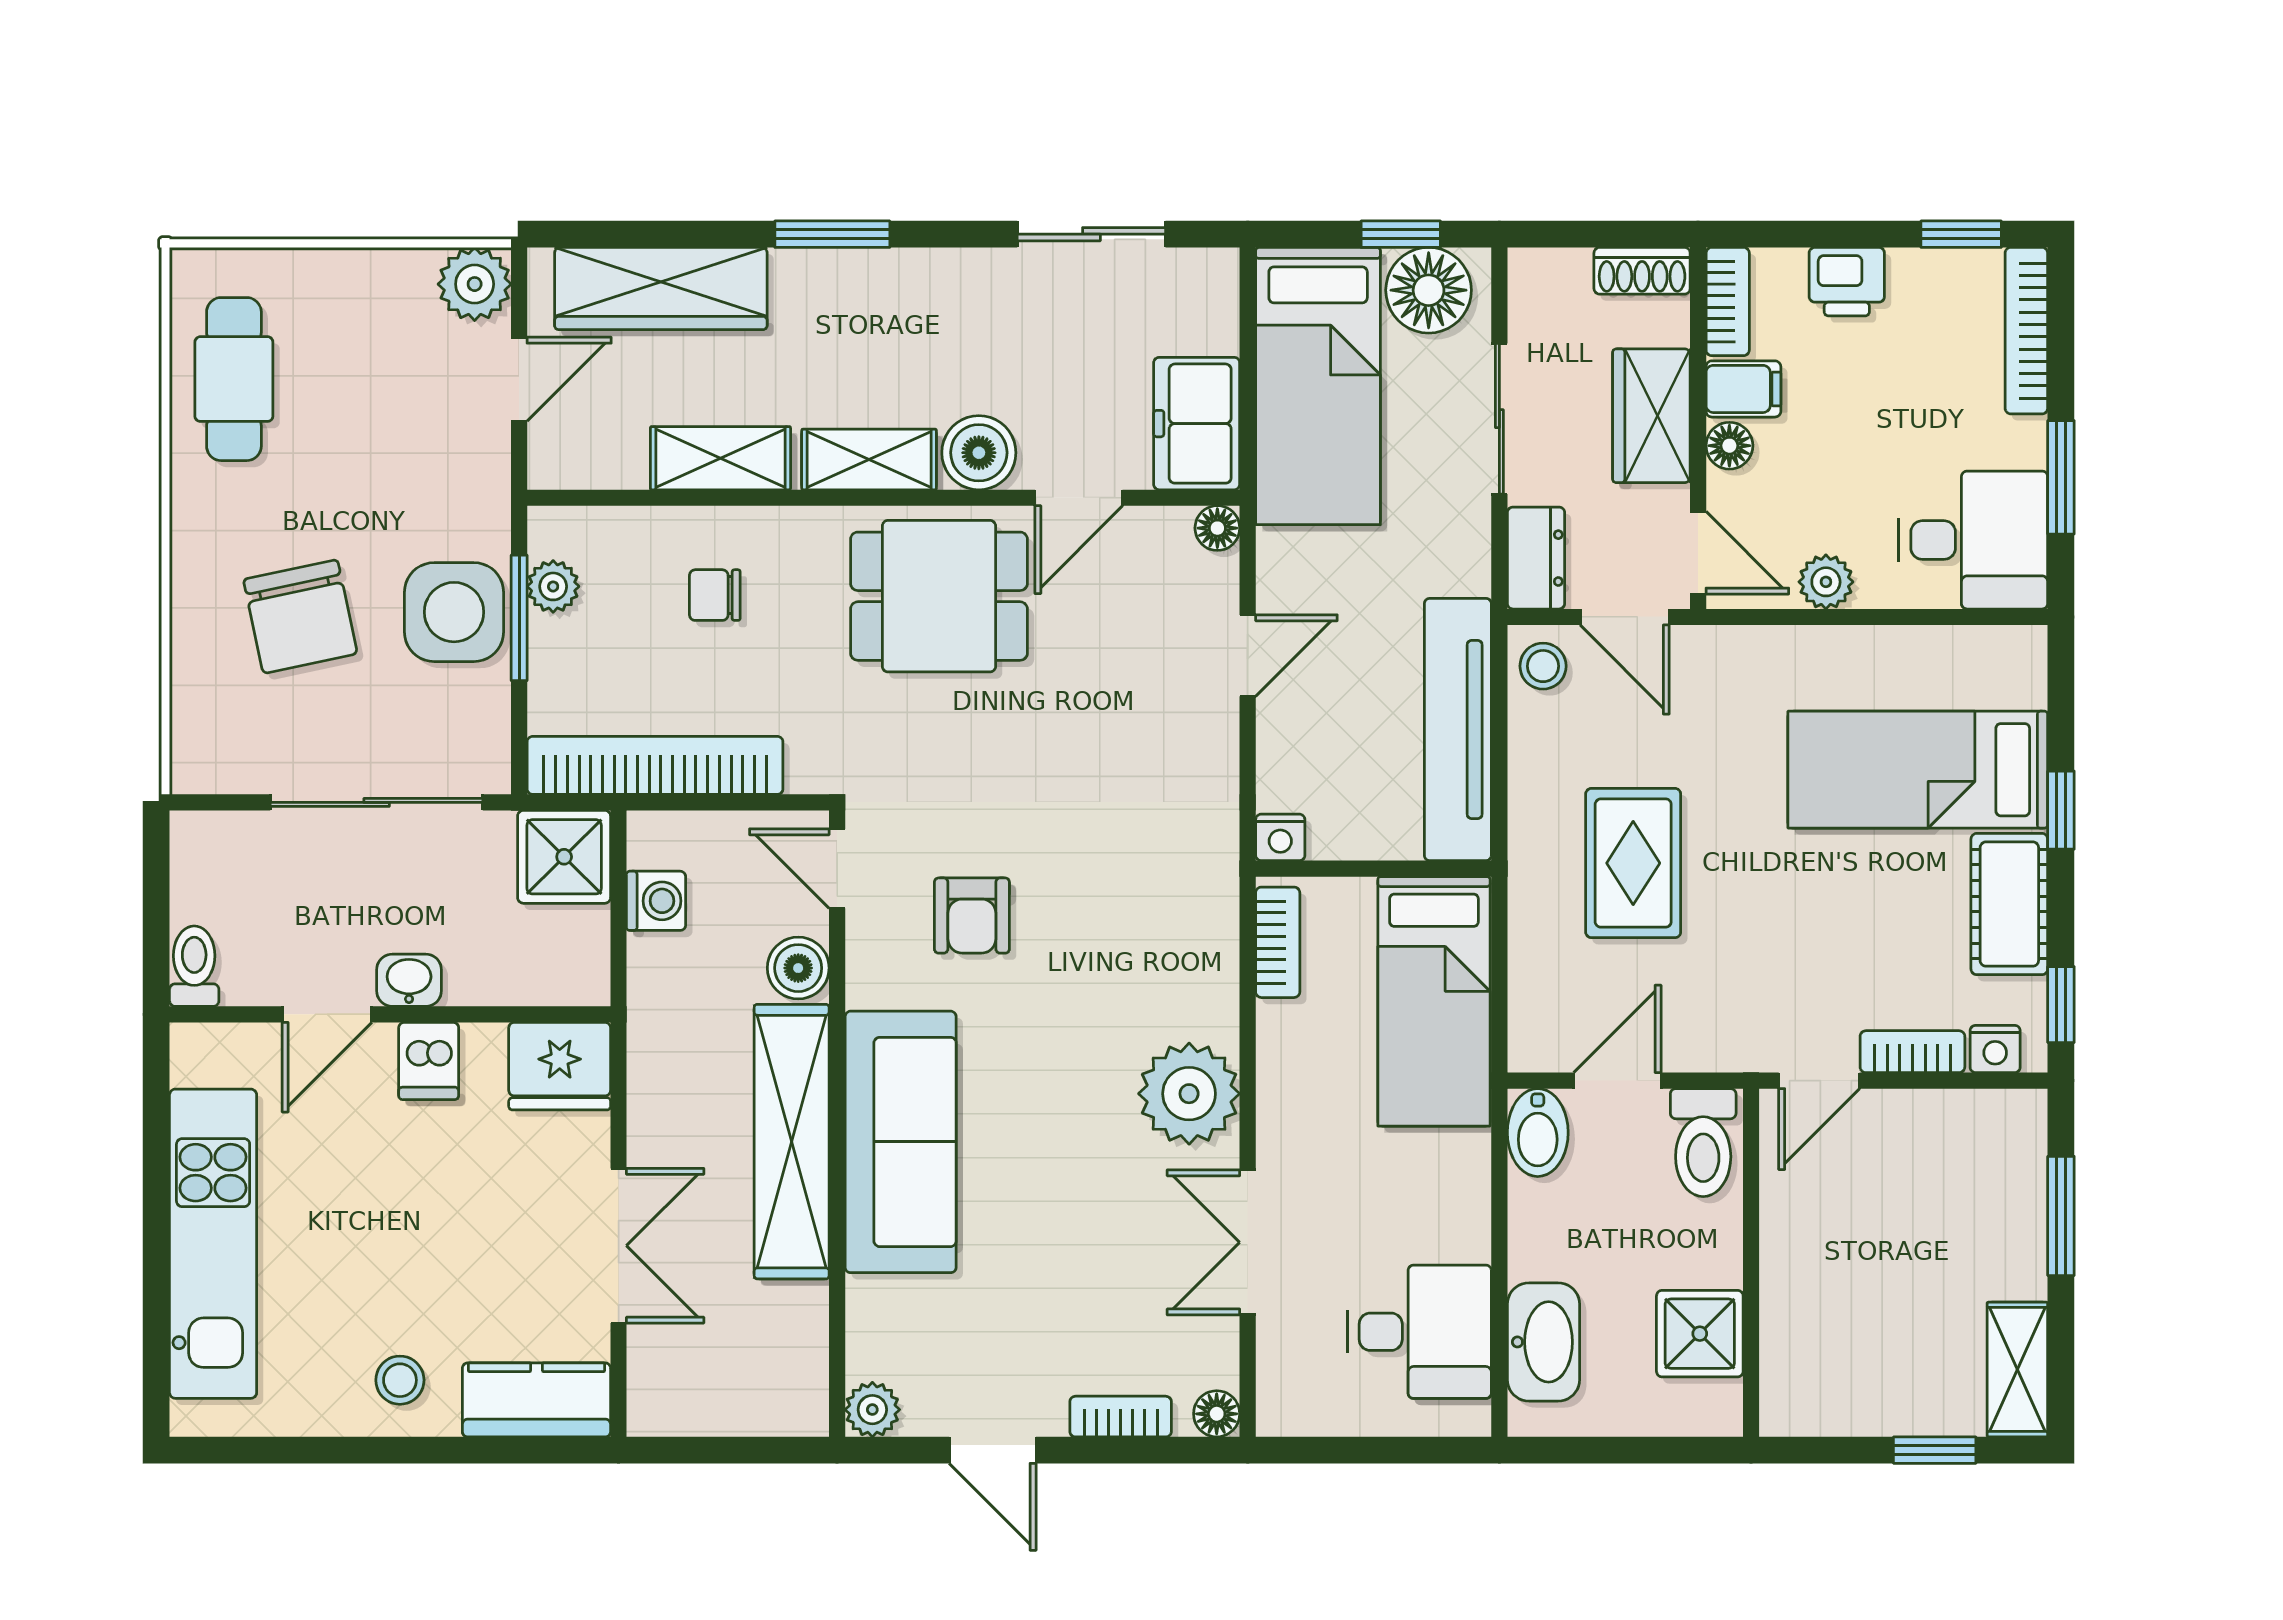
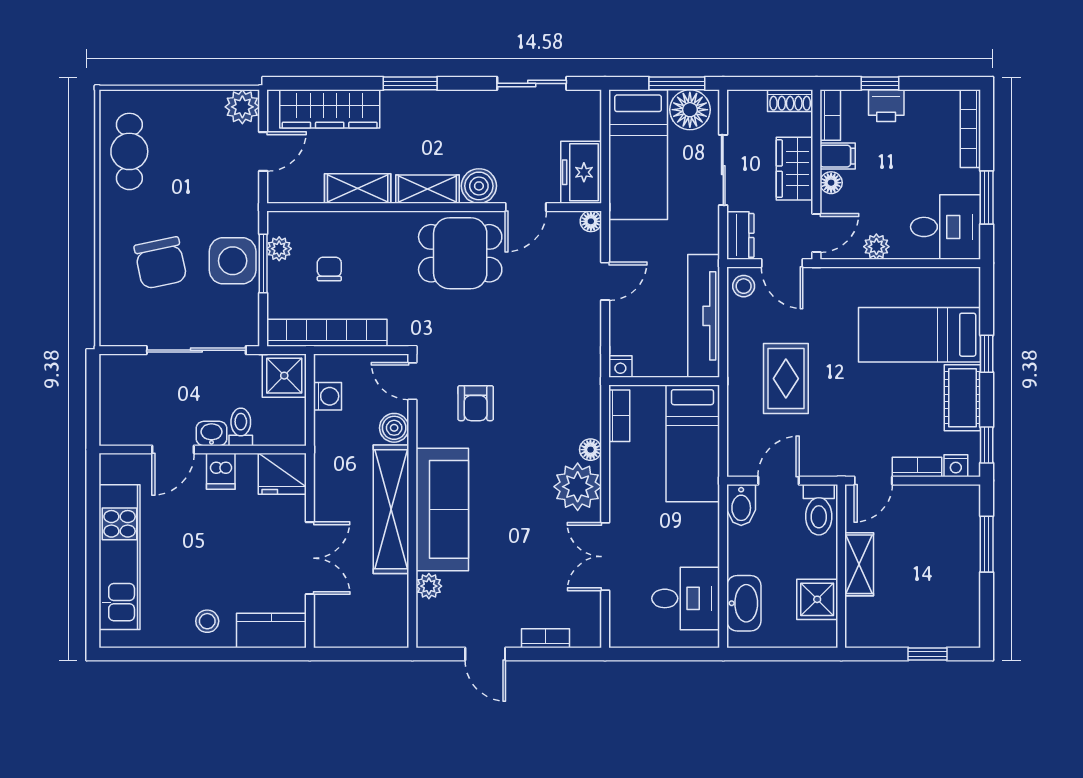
window: (1401, 234) -> (677, 83), width x1.50
window: (1961, 234) -> (880, 83), moved
door: (1698, 553) -> (816, 233), hinge flipped
chair: (715, 595) -> (329, 269), moved, turned 90
toilet: (194, 966) -> (241, 427), moved
shelving: (2017, 1369) -> (859, 564), moved
plant: (872, 1410) -> (429, 586), moved
floor lamp: (1217, 1414) -> (590, 450), moved

